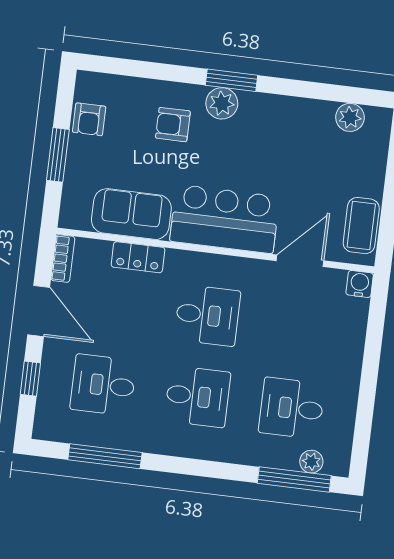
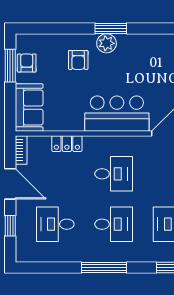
armchair: (89, 119) -> (27, 63), turned 180
armchair: (173, 125) -> (78, 60), turned -90
window: (58, 155) -> (10, 66), moved
sofa: (131, 214) -> (29, 108), moved, turned 90
window: (105, 456) -> (104, 268), moved

